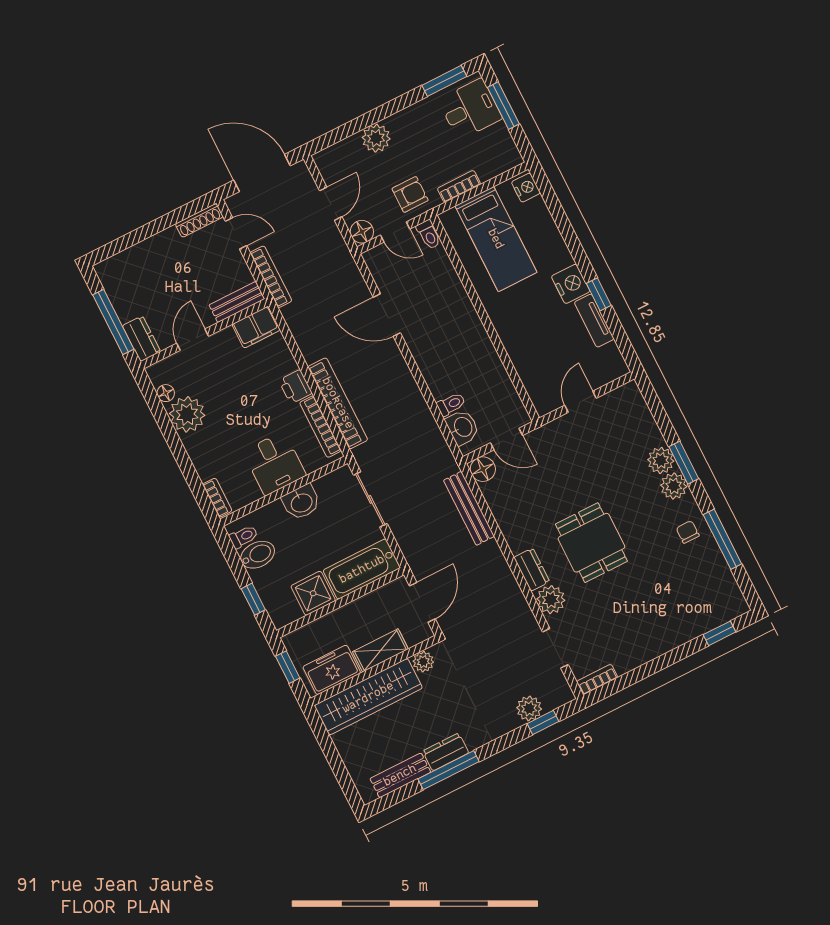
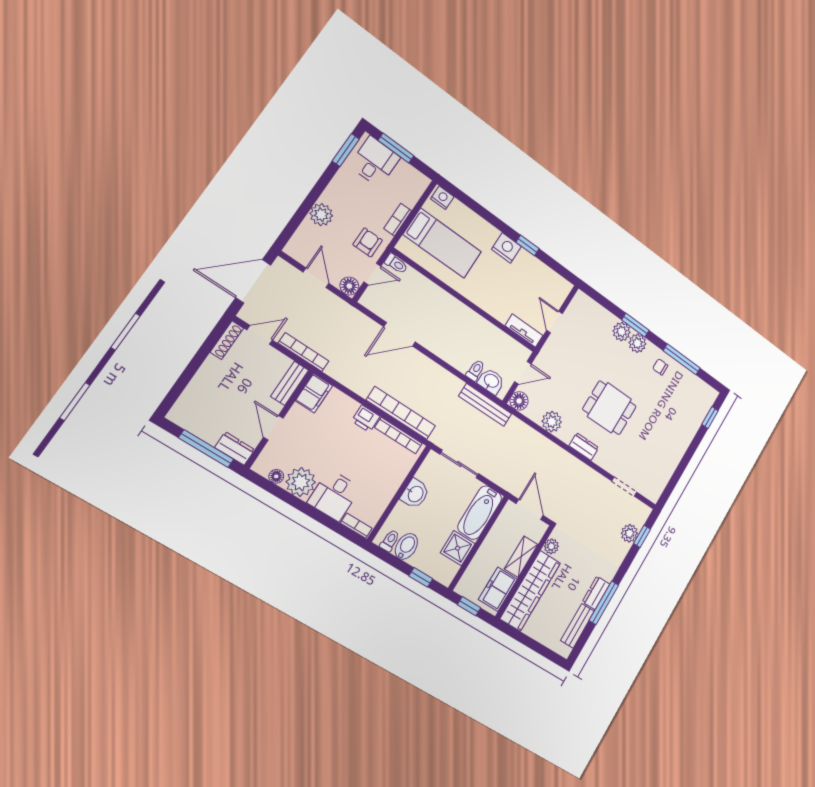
tv unit: (594, 321) -> (524, 331), moved, turned 180
desk: (274, 463) -> (334, 495), moved, turned 90
bench: (469, 508) -> (485, 405), moved
plant: (551, 600) -> (552, 422), moved
bookcase: (597, 679) -> (658, 490), removed

